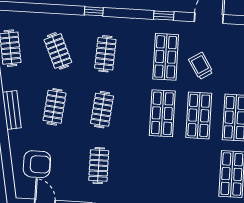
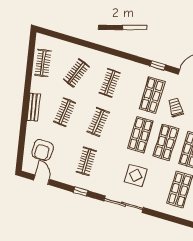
window: (94, 11) -> (109, 51), removed
clothes rail: (58, 51) -> (76, 73), turned 45
armchair: (37, 164) -> (43, 150), turned 90
display table: (169, 169) -> (136, 175), added

